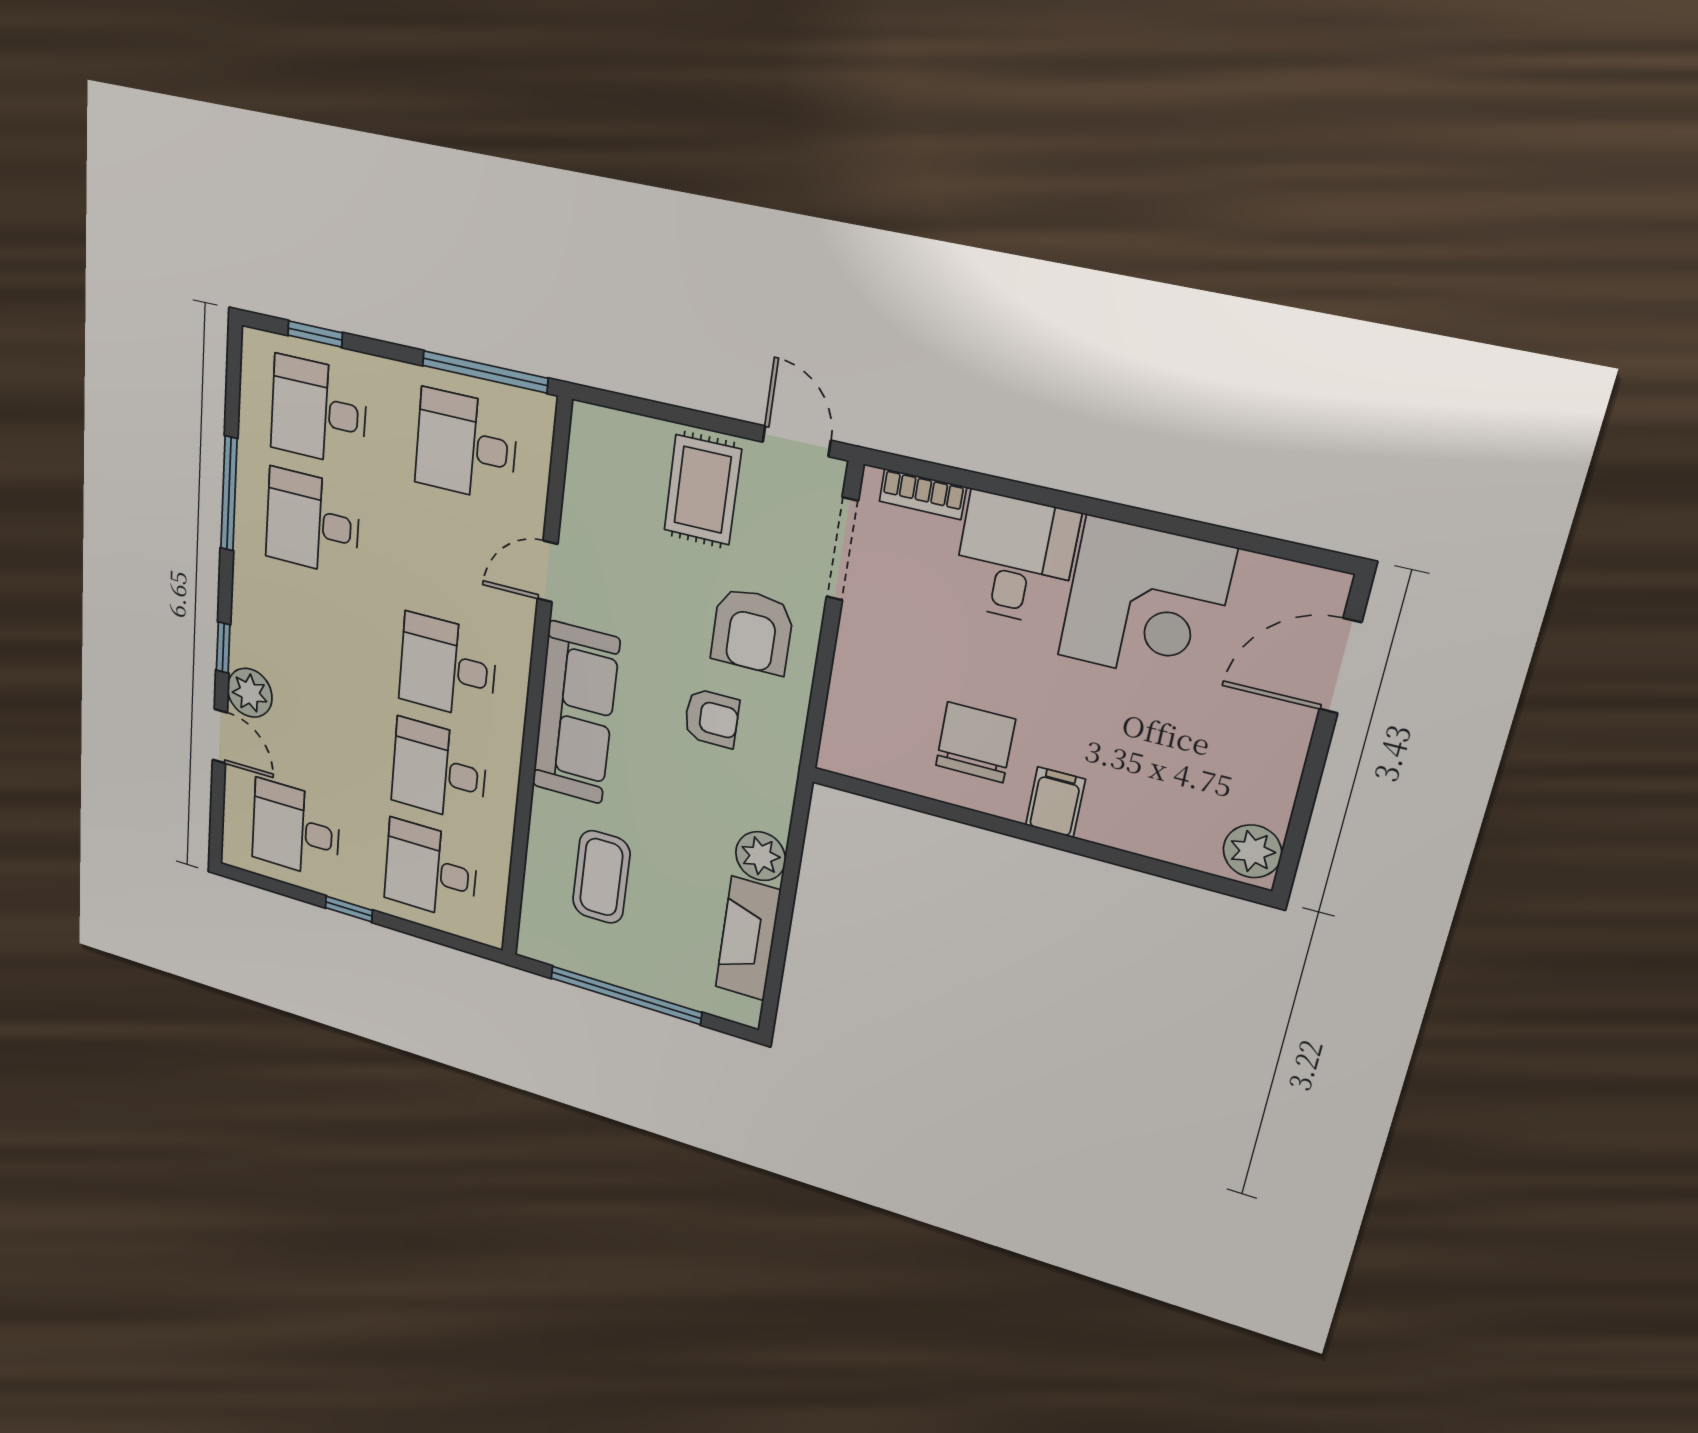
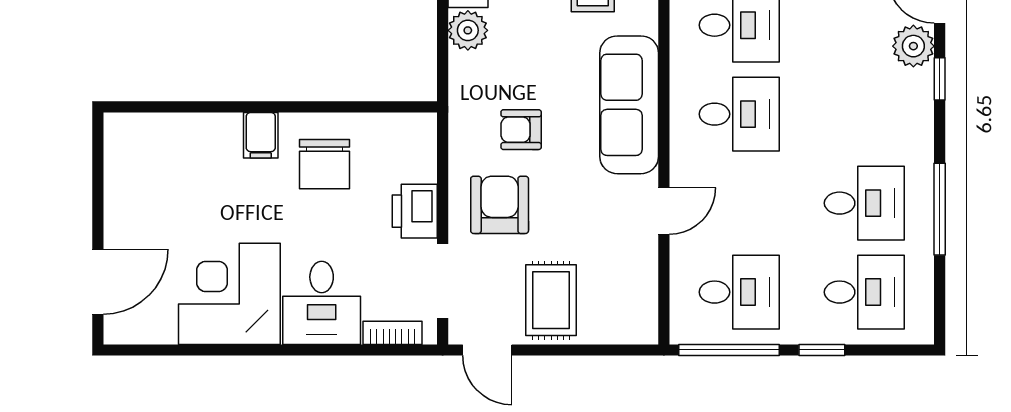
window: (315, 334) -> (822, 350), moved
printer: (865, 651) -> (415, 211), added
plant: (1252, 851) -> (123, 138), removed

